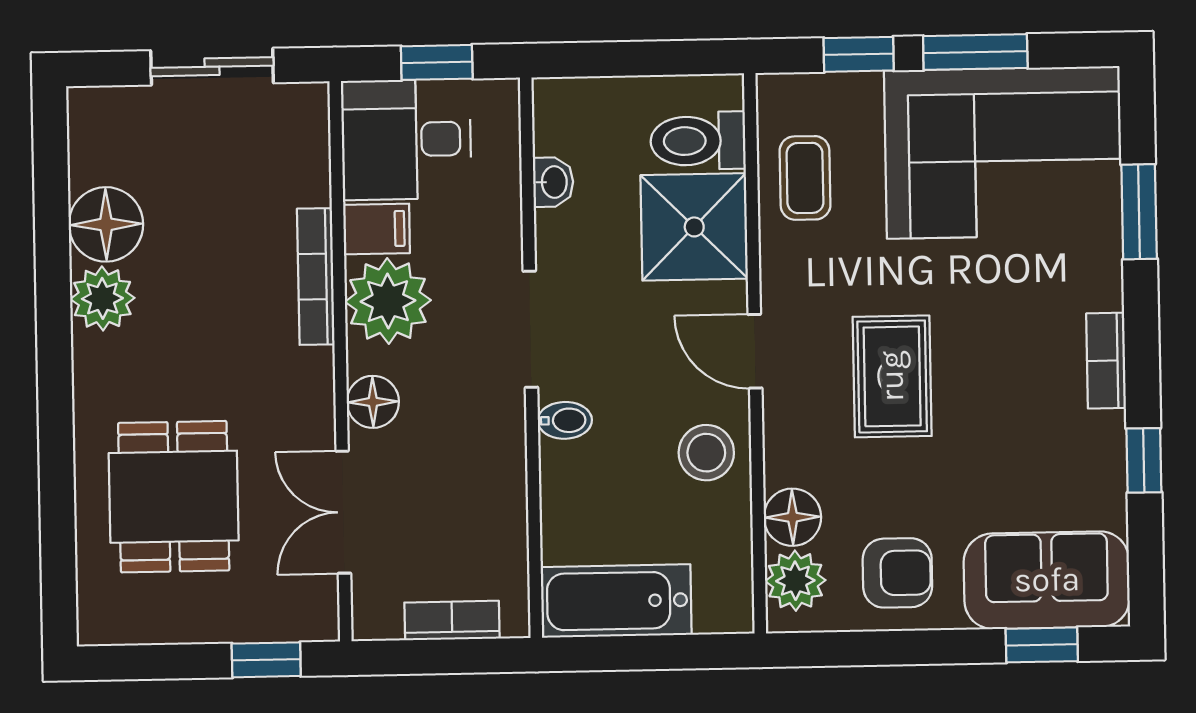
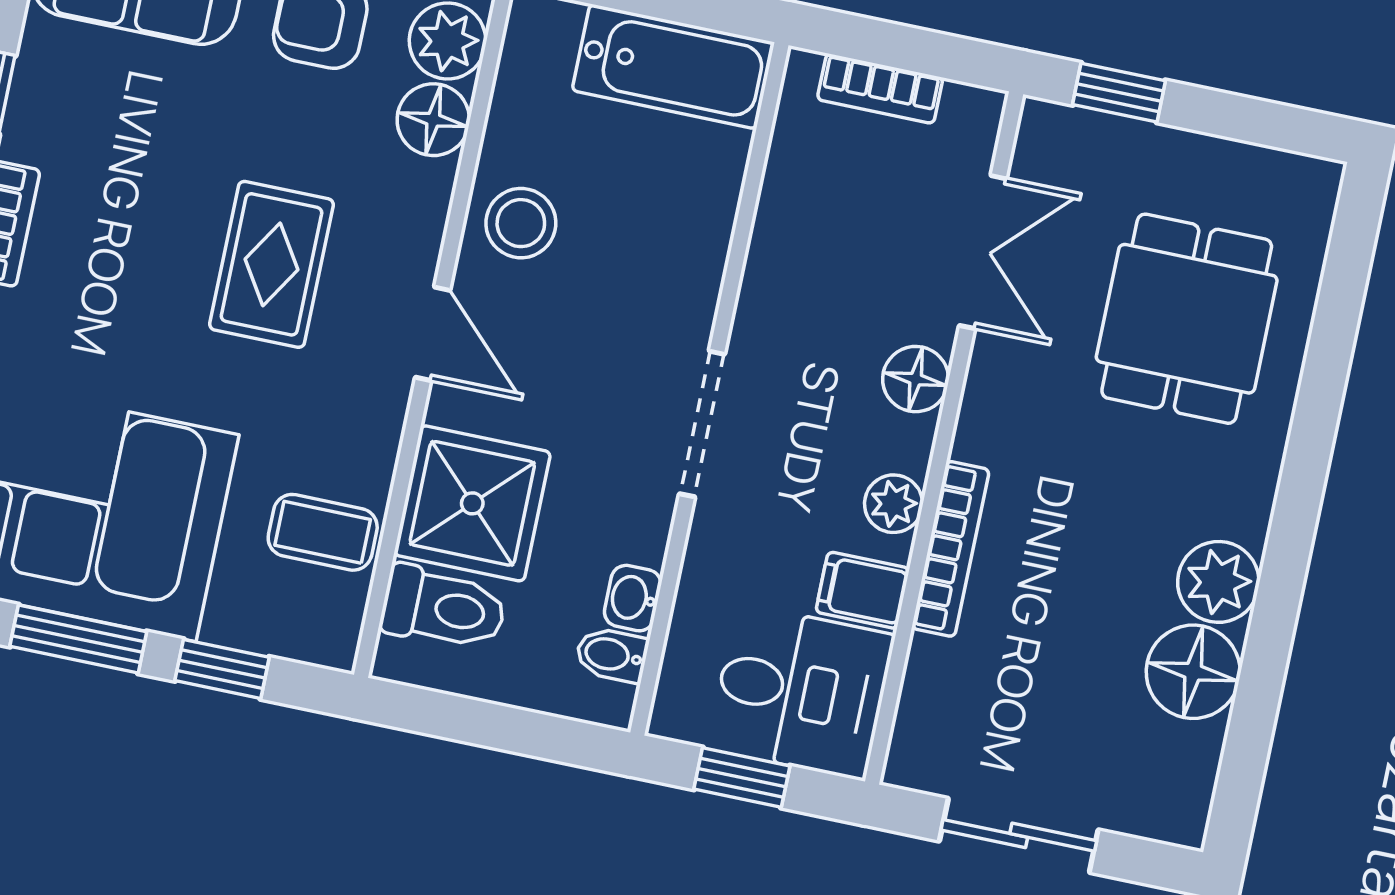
coffee table: (805, 178) -> (323, 532), turned 90
plant: (388, 301) -> (894, 504), width x0.53, depth x0.53
bidet: (565, 420) -> (612, 655), moved

